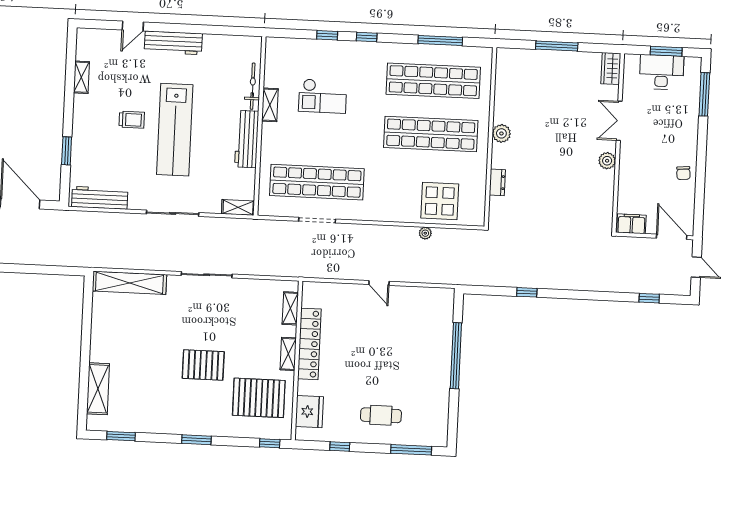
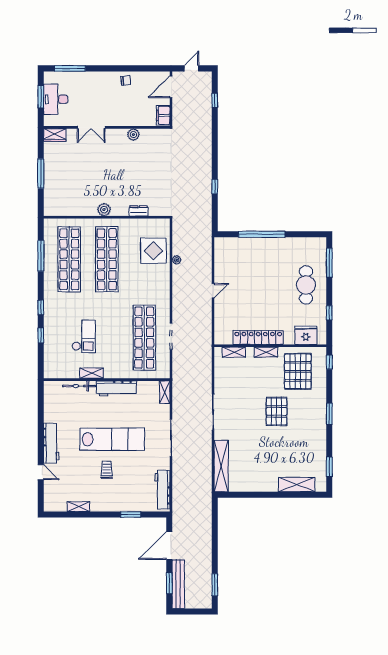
plant: (607, 161) -> (133, 135), moved
cafe table: (381, 415) -> (306, 285), width x1.37, depth x1.35

